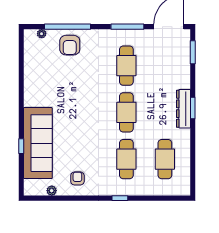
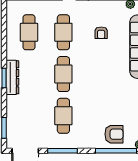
armchair: (70, 45) -> (114, 134), turned 90
armchair: (77, 179) -> (101, 33), moved

